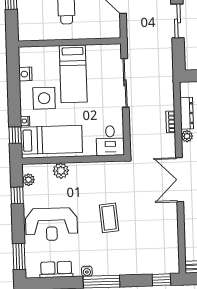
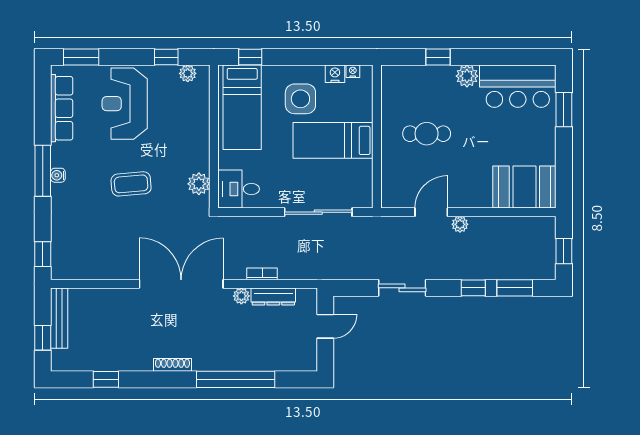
nightstand: (25, 121) -> (353, 71), moved
plant: (61, 171) -> (199, 184), moved
double door: (180, 180) -> (181, 284), width x1.36
row of seats: (56, 269) -> (62, 108), width x1.48
water cooler: (87, 271) -> (58, 175), moved

